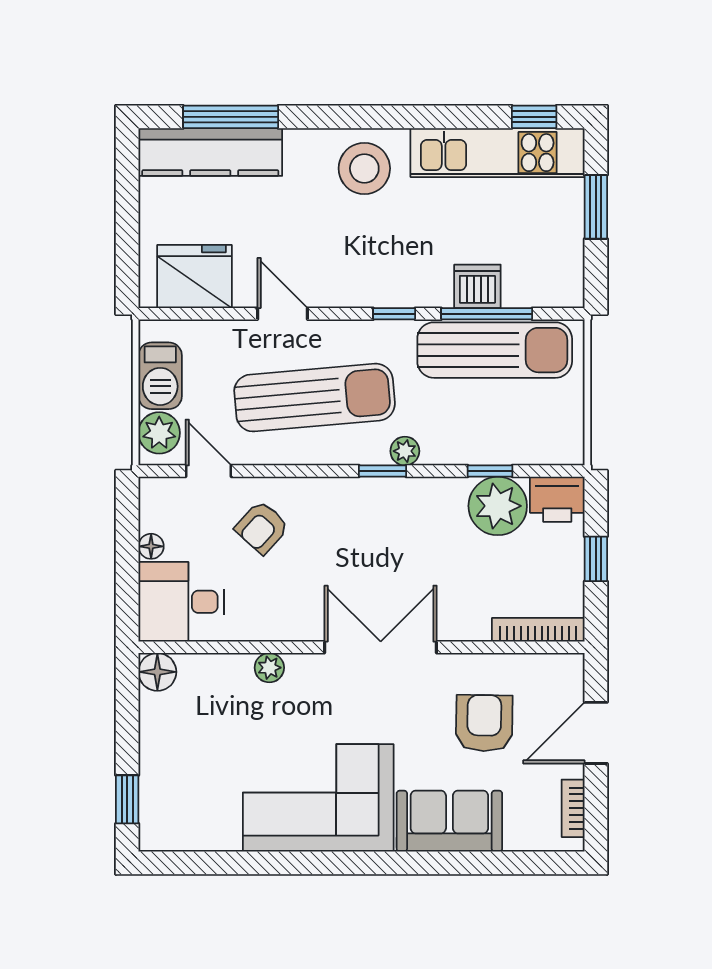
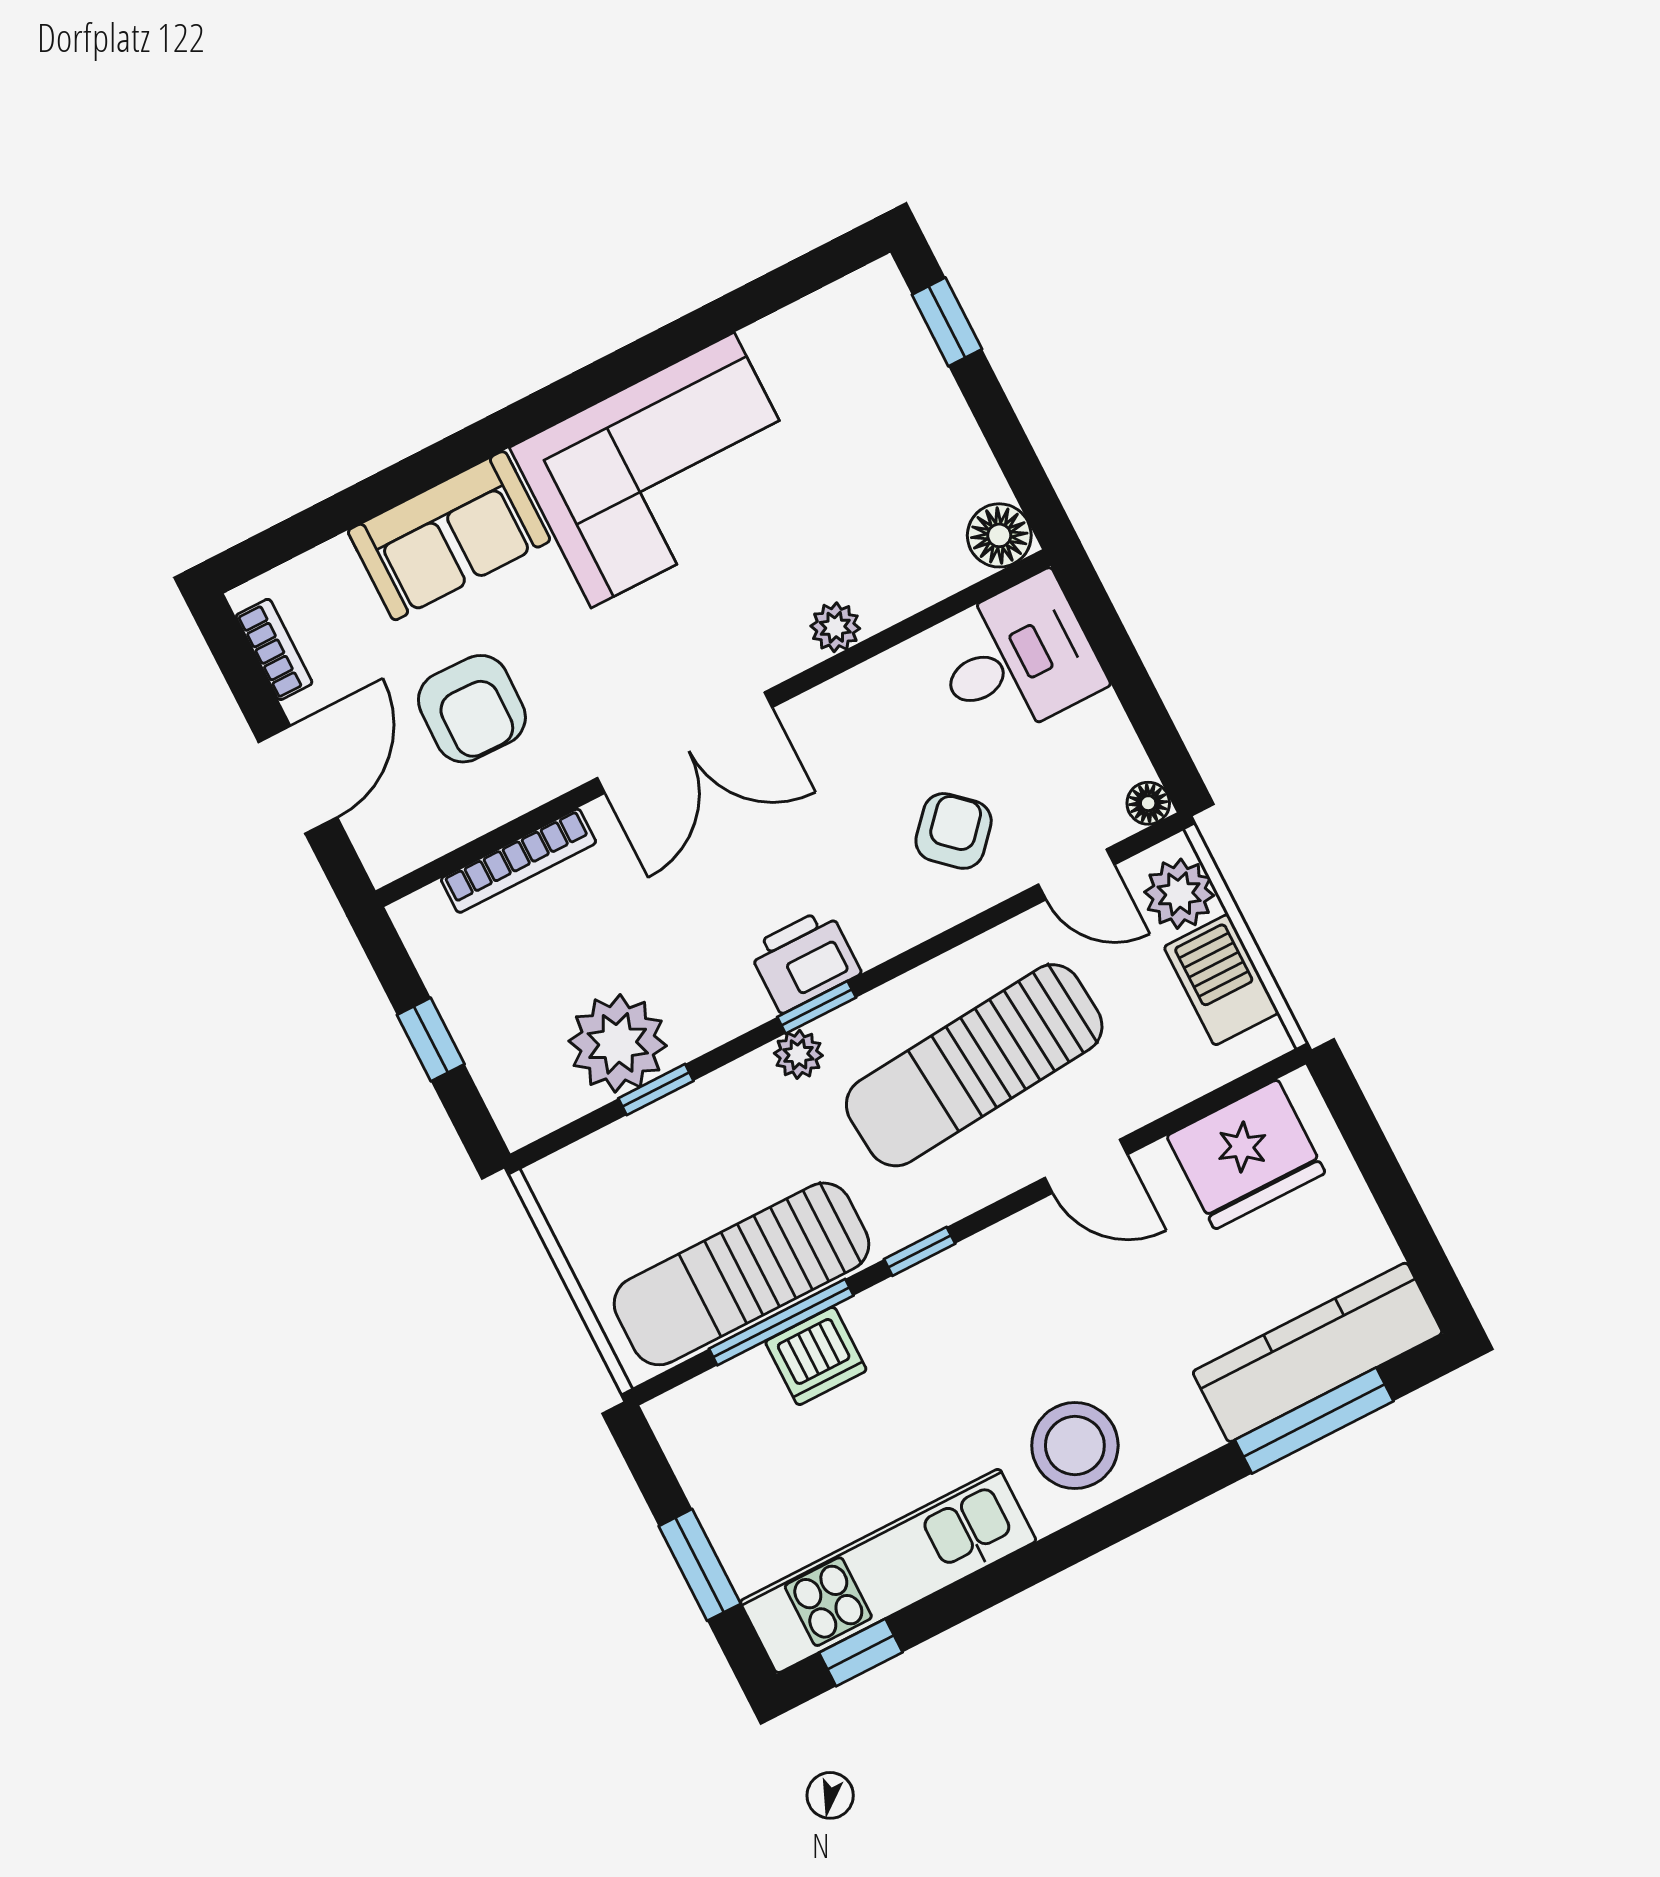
printer: (557, 499) -> (804, 960), moved
floor lamp: (151, 546) -> (1148, 803), moved
bookcase: (538, 630) -> (518, 861), moved

